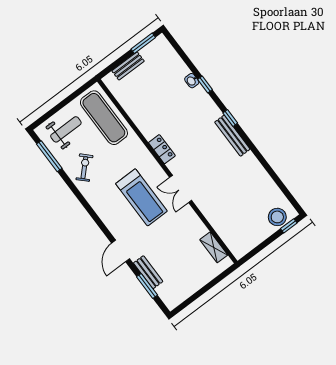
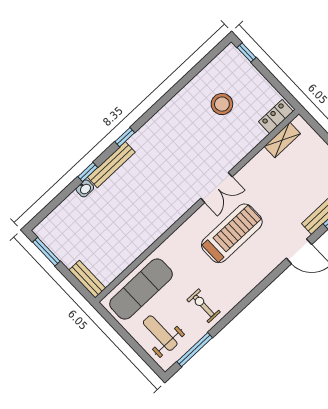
bench: (128, 66) -> (87, 279), moved
bench: (232, 136) -> (111, 165), moved
locker: (162, 149) -> (276, 117), moved
exercise bike: (84, 168) -> (204, 306), turned 45
stool: (277, 217) -> (222, 104), moved

